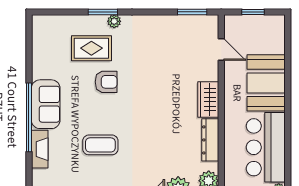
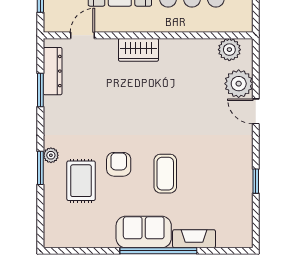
window: (192, 12) -> (40, 90), moved
dresser: (210, 140) -> (53, 71), moved, turned -90
coffee table: (100, 145) -> (165, 174), moved

